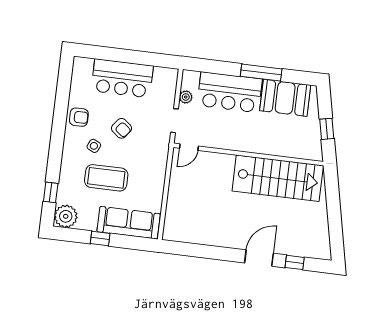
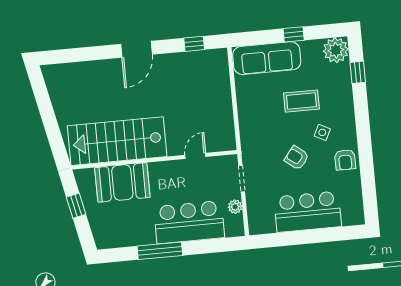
booth: (285, 98) -> (122, 182), moved
armchair: (79, 117) -> (345, 160), turned -90
door: (189, 147) -> (195, 156), moved
coffee table: (106, 178) -> (301, 101), width x0.73, depth x0.76
door: (259, 258) -> (137, 49), moved
window: (295, 262) -> (194, 44), moved

